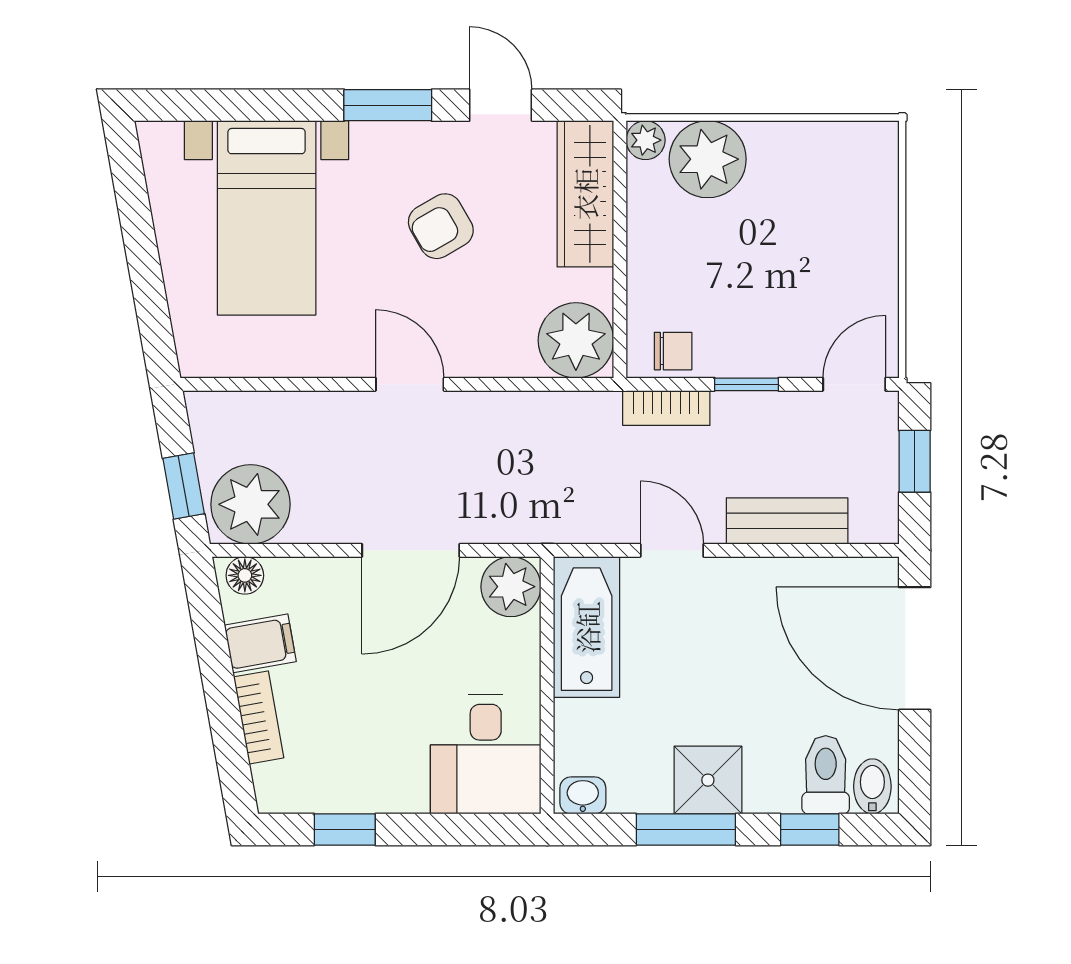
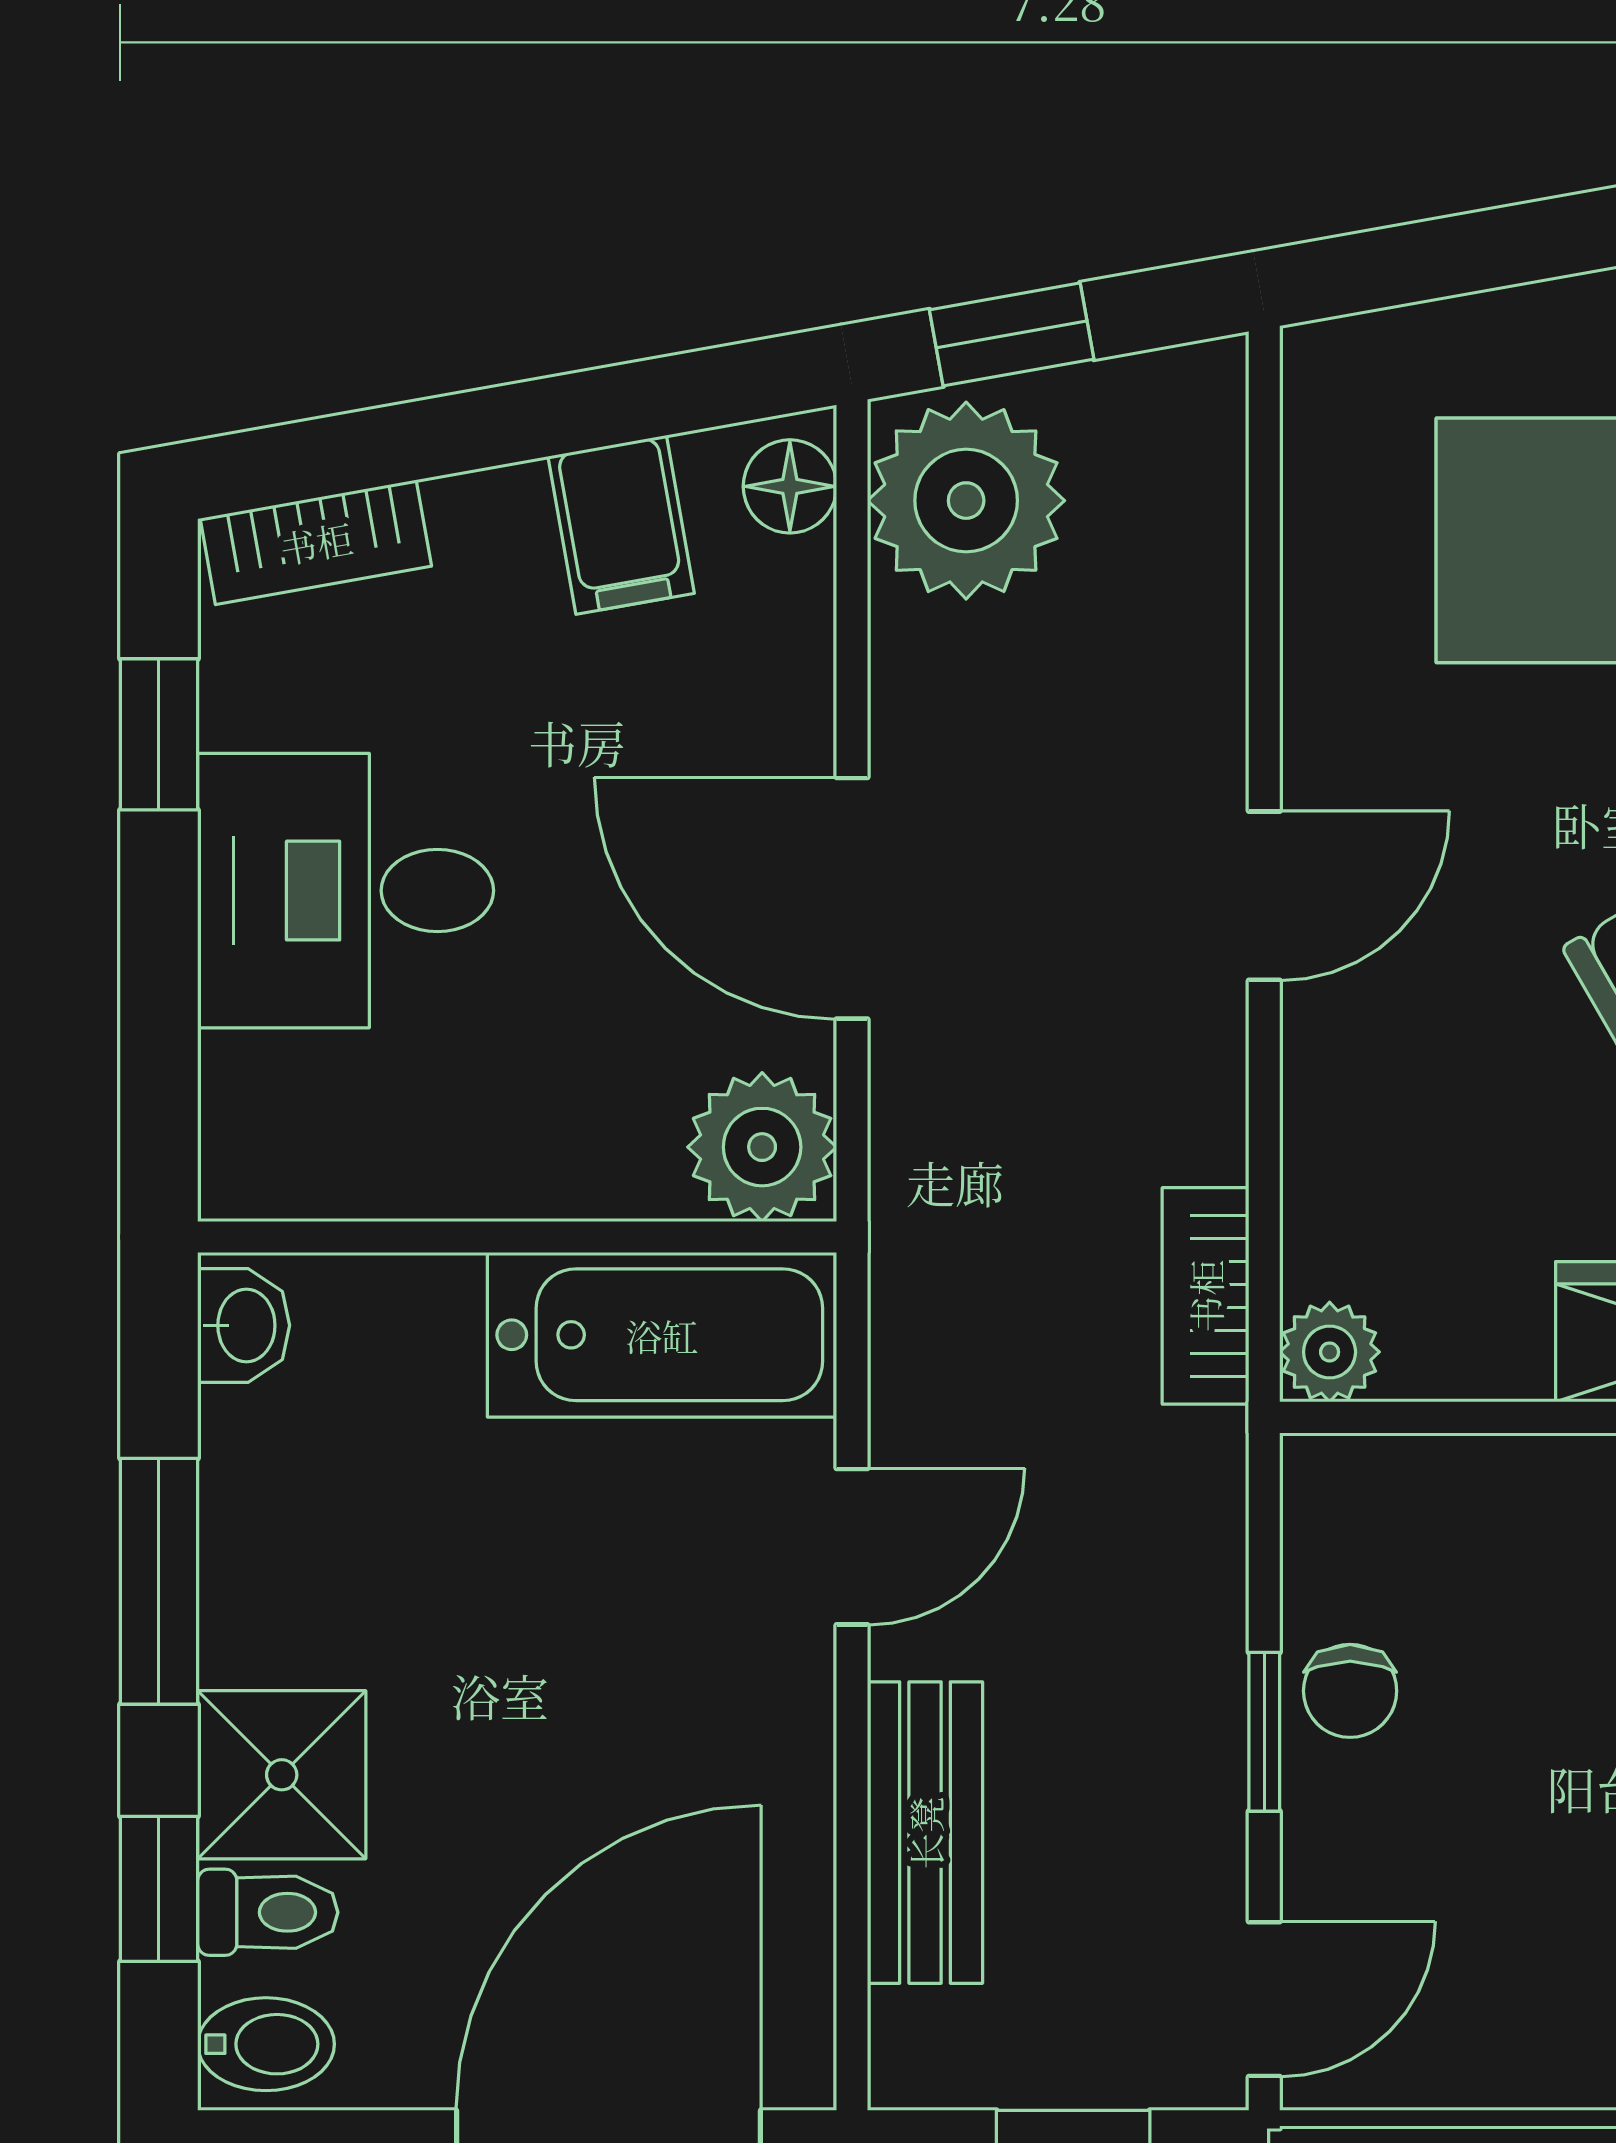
plant: (576, 340) -> (1330, 1352), width x0.53, depth x0.53
chair: (673, 351) -> (1350, 1691), moved
door: (854, 384) -> (1264, 1999), hinge flipped
bookcase: (666, 408) -> (1205, 1296), moved
bookcase: (259, 717) -> (316, 542), moved
desk: (486, 754) -> (346, 891), moved
toilet: (826, 775) -> (268, 1912), width x0.73, depth x0.72
shower: (708, 780) -> (282, 1775), moved

